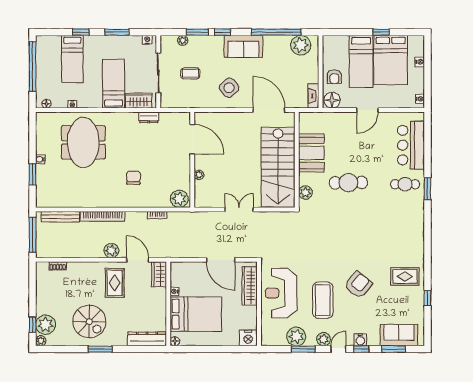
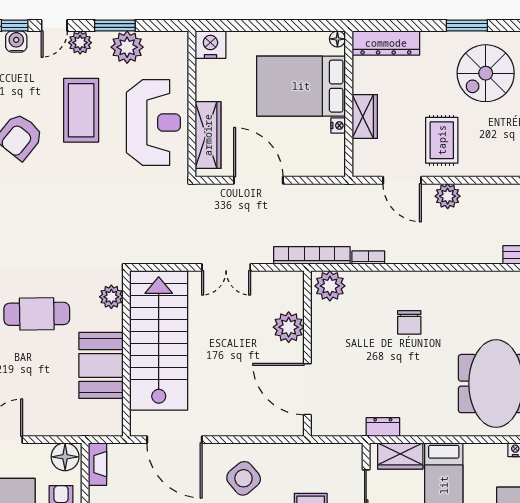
plant: (199, 175) -> (289, 327), width x1.87, depth x1.87
bookcase: (102, 216) -> (312, 255), moved
wardrobe: (159, 274) -> (365, 116), moved
spiral stairs: (89, 322) -> (486, 73), turned -90

